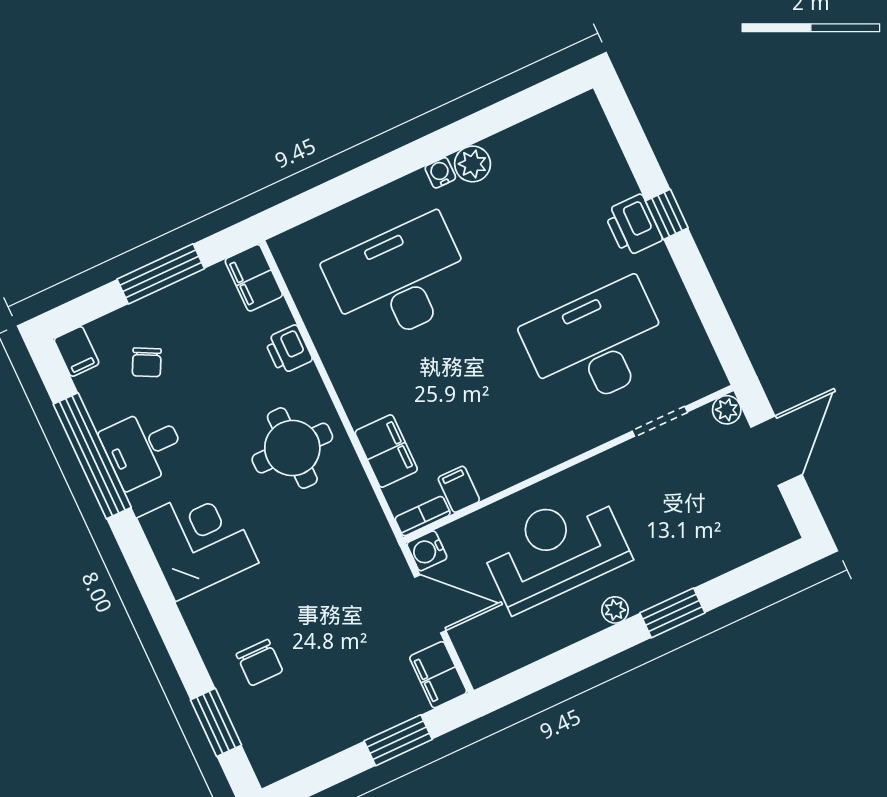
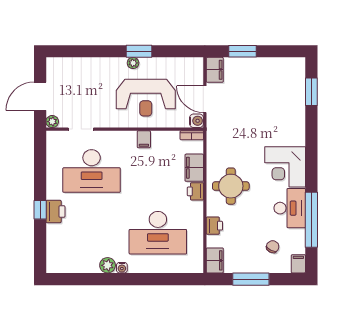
printer: (361, 403) -> (195, 191), added
desk: (143, 448) -> (290, 208), width x1.37
filing cabinet: (459, 489) -> (144, 139), moved
window: (672, 613) -> (139, 51), moved
chair: (260, 663) -> (283, 107), removed

